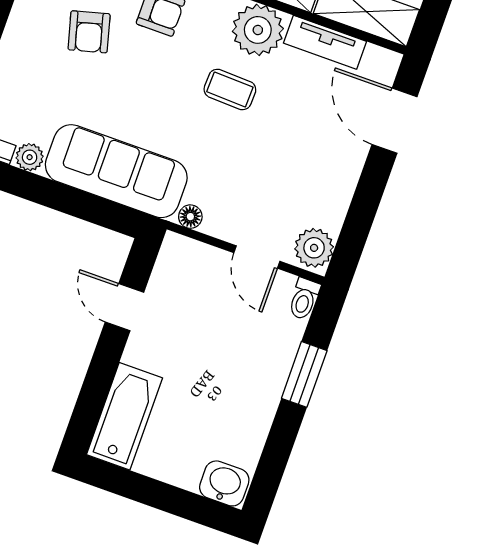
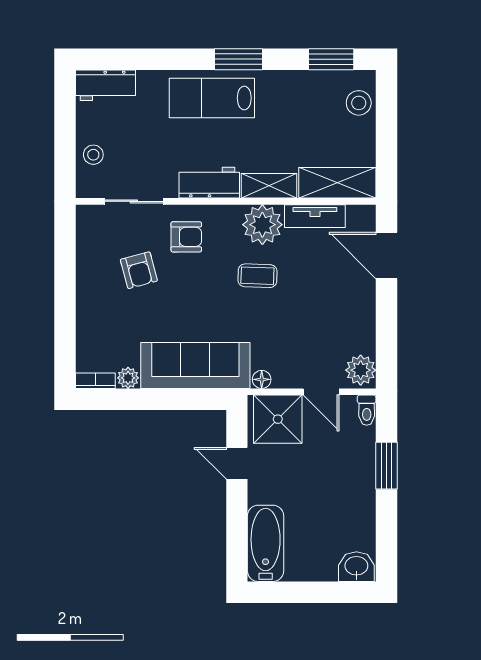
shower: (193, 271) -> (278, 419), added

